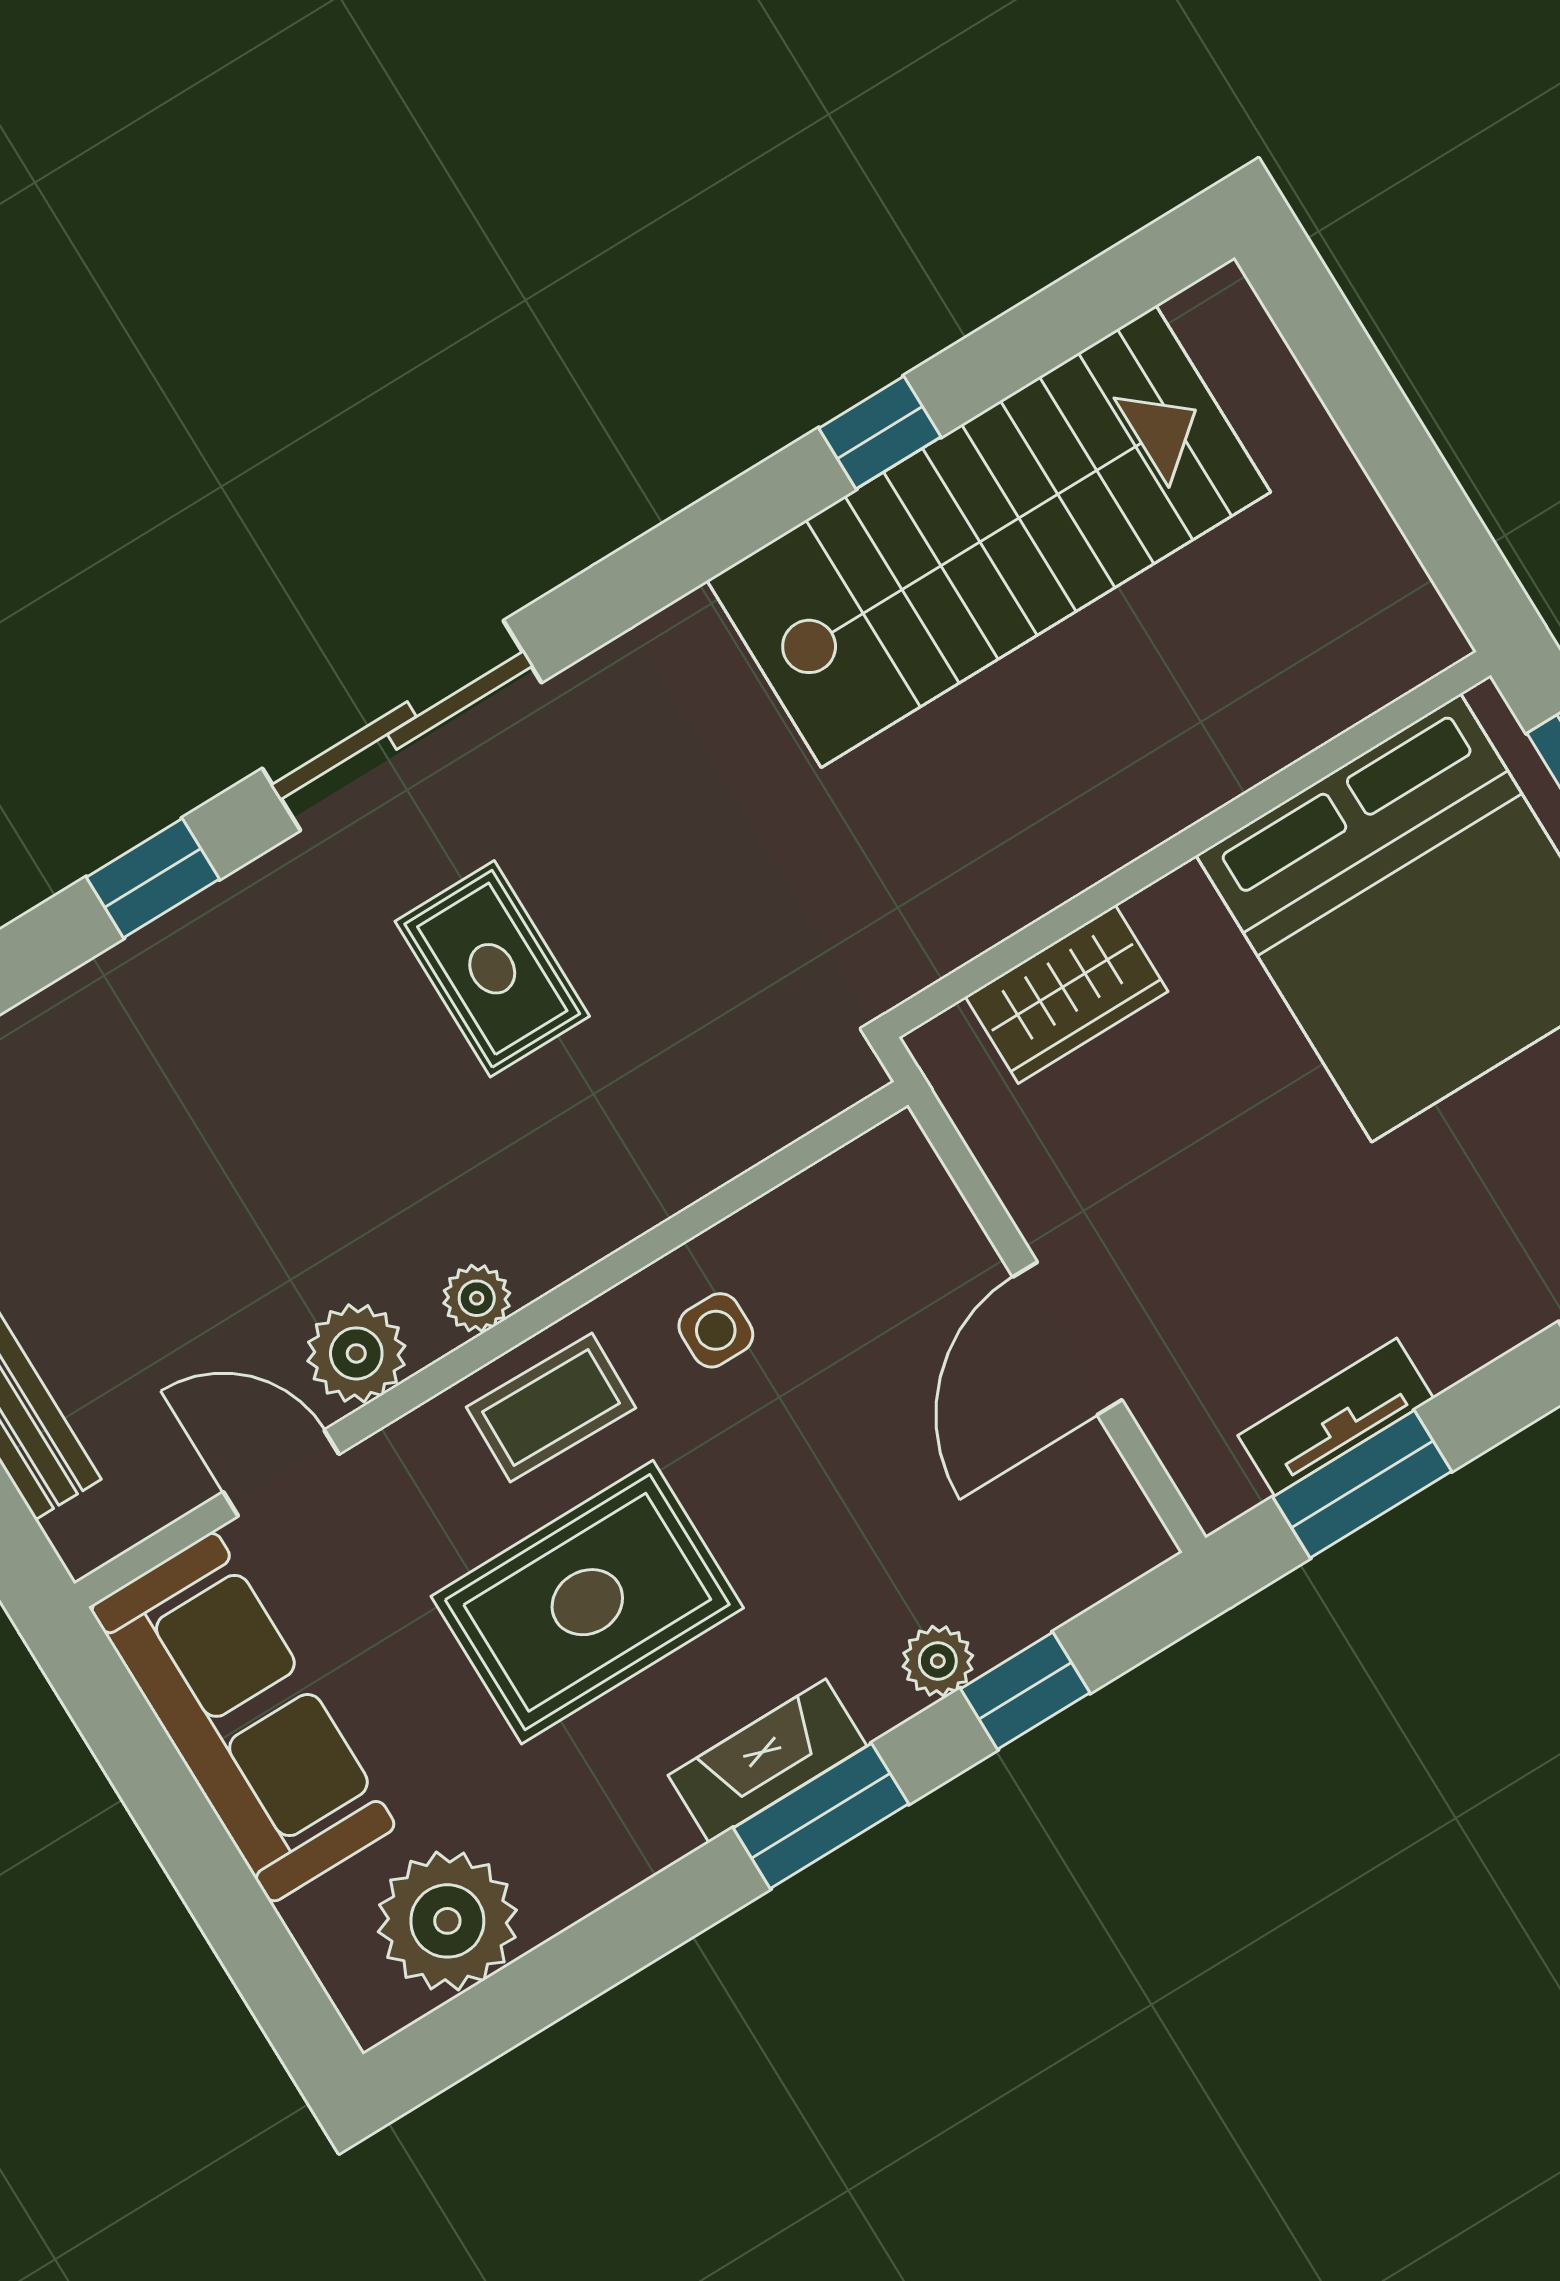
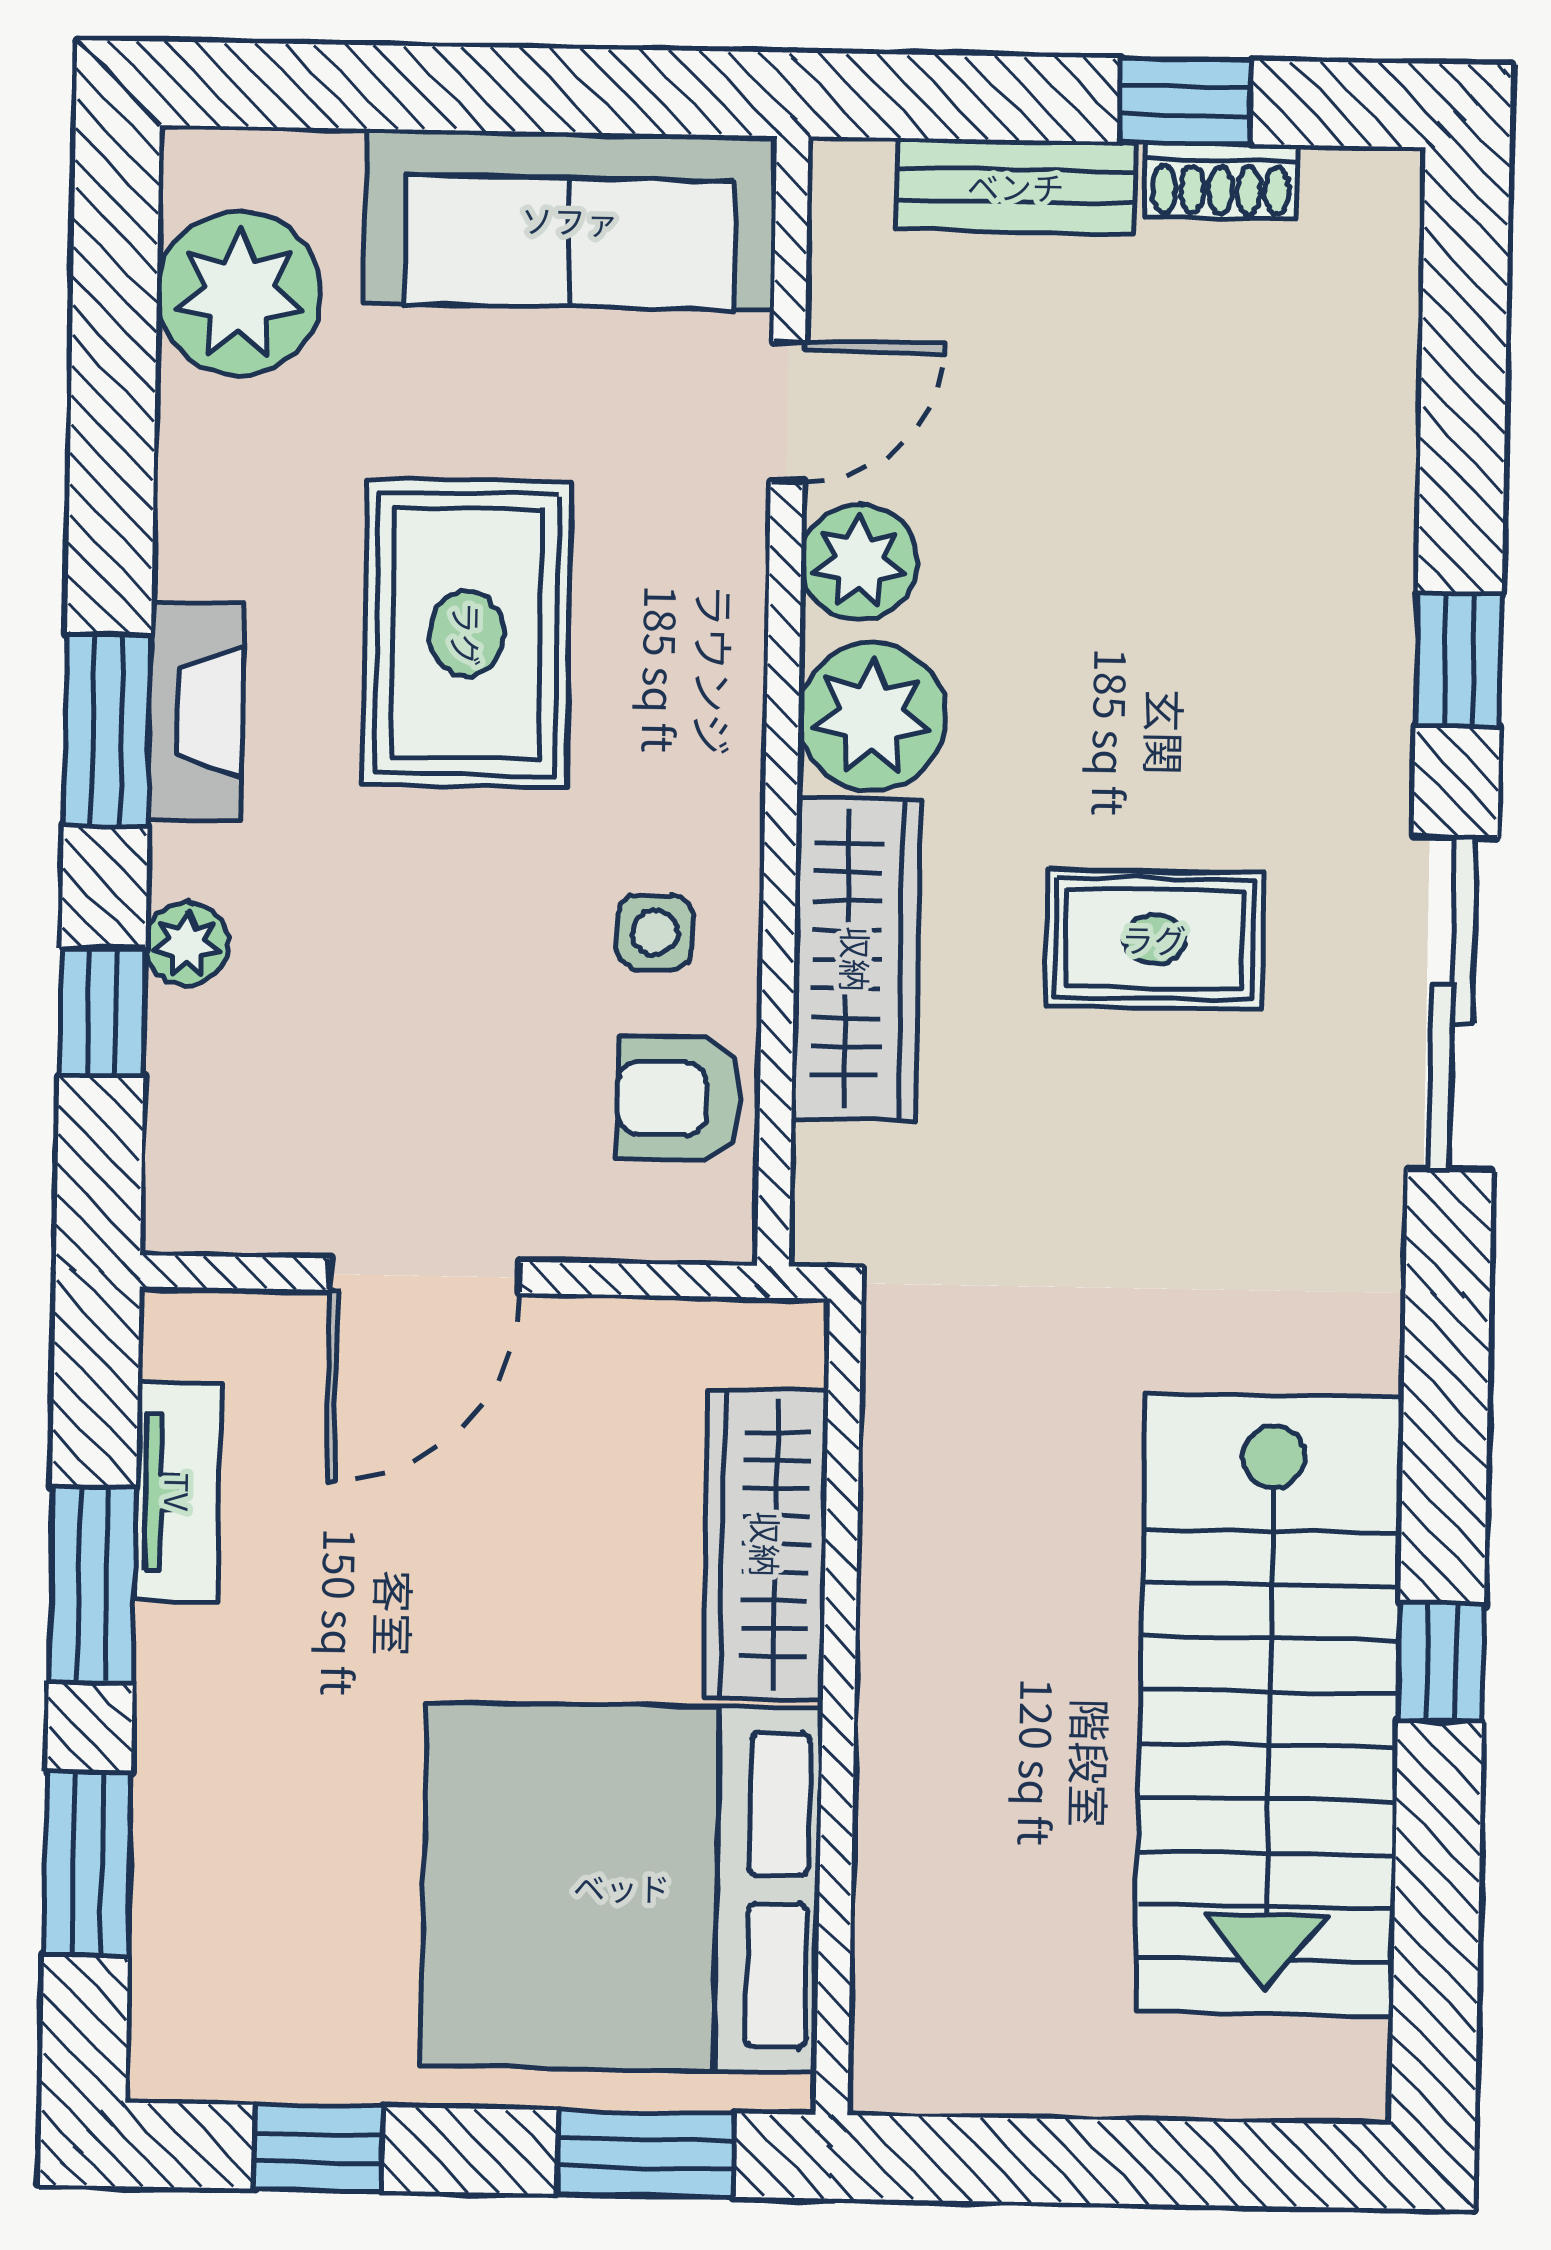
wardrobe: (1067, 994) -> (766, 1544), width x1.50
wardrobe: (643, 1174) -> (856, 959), added
armchair: (824, 1237) -> (679, 1098), added
plant: (477, 1298) -> (872, 716), width x1.88, depth x1.88
door: (1067, 1338) -> (425, 1276), swing flipped
coffee table: (551, 1408) -> (682, 721), removed
window: (1362, 1484) -> (92, 1584), moved

